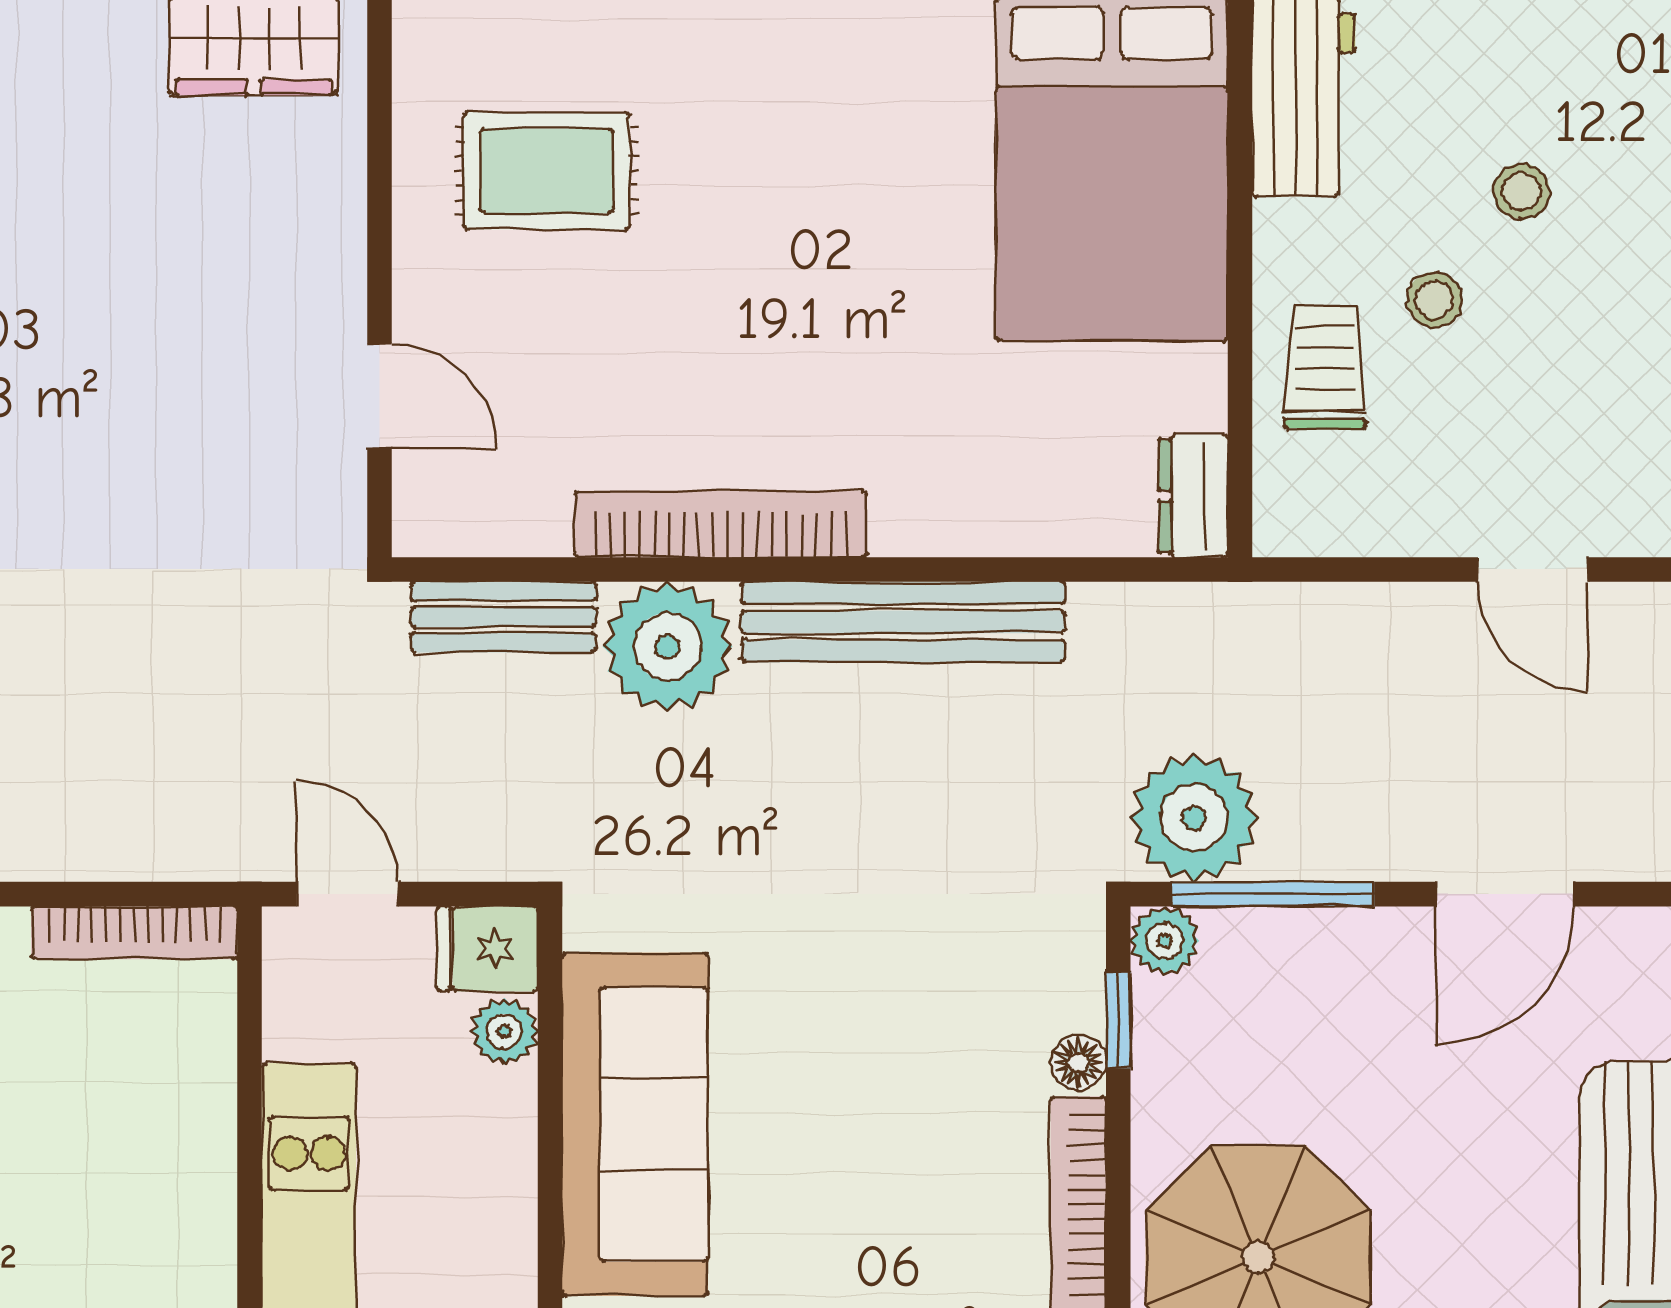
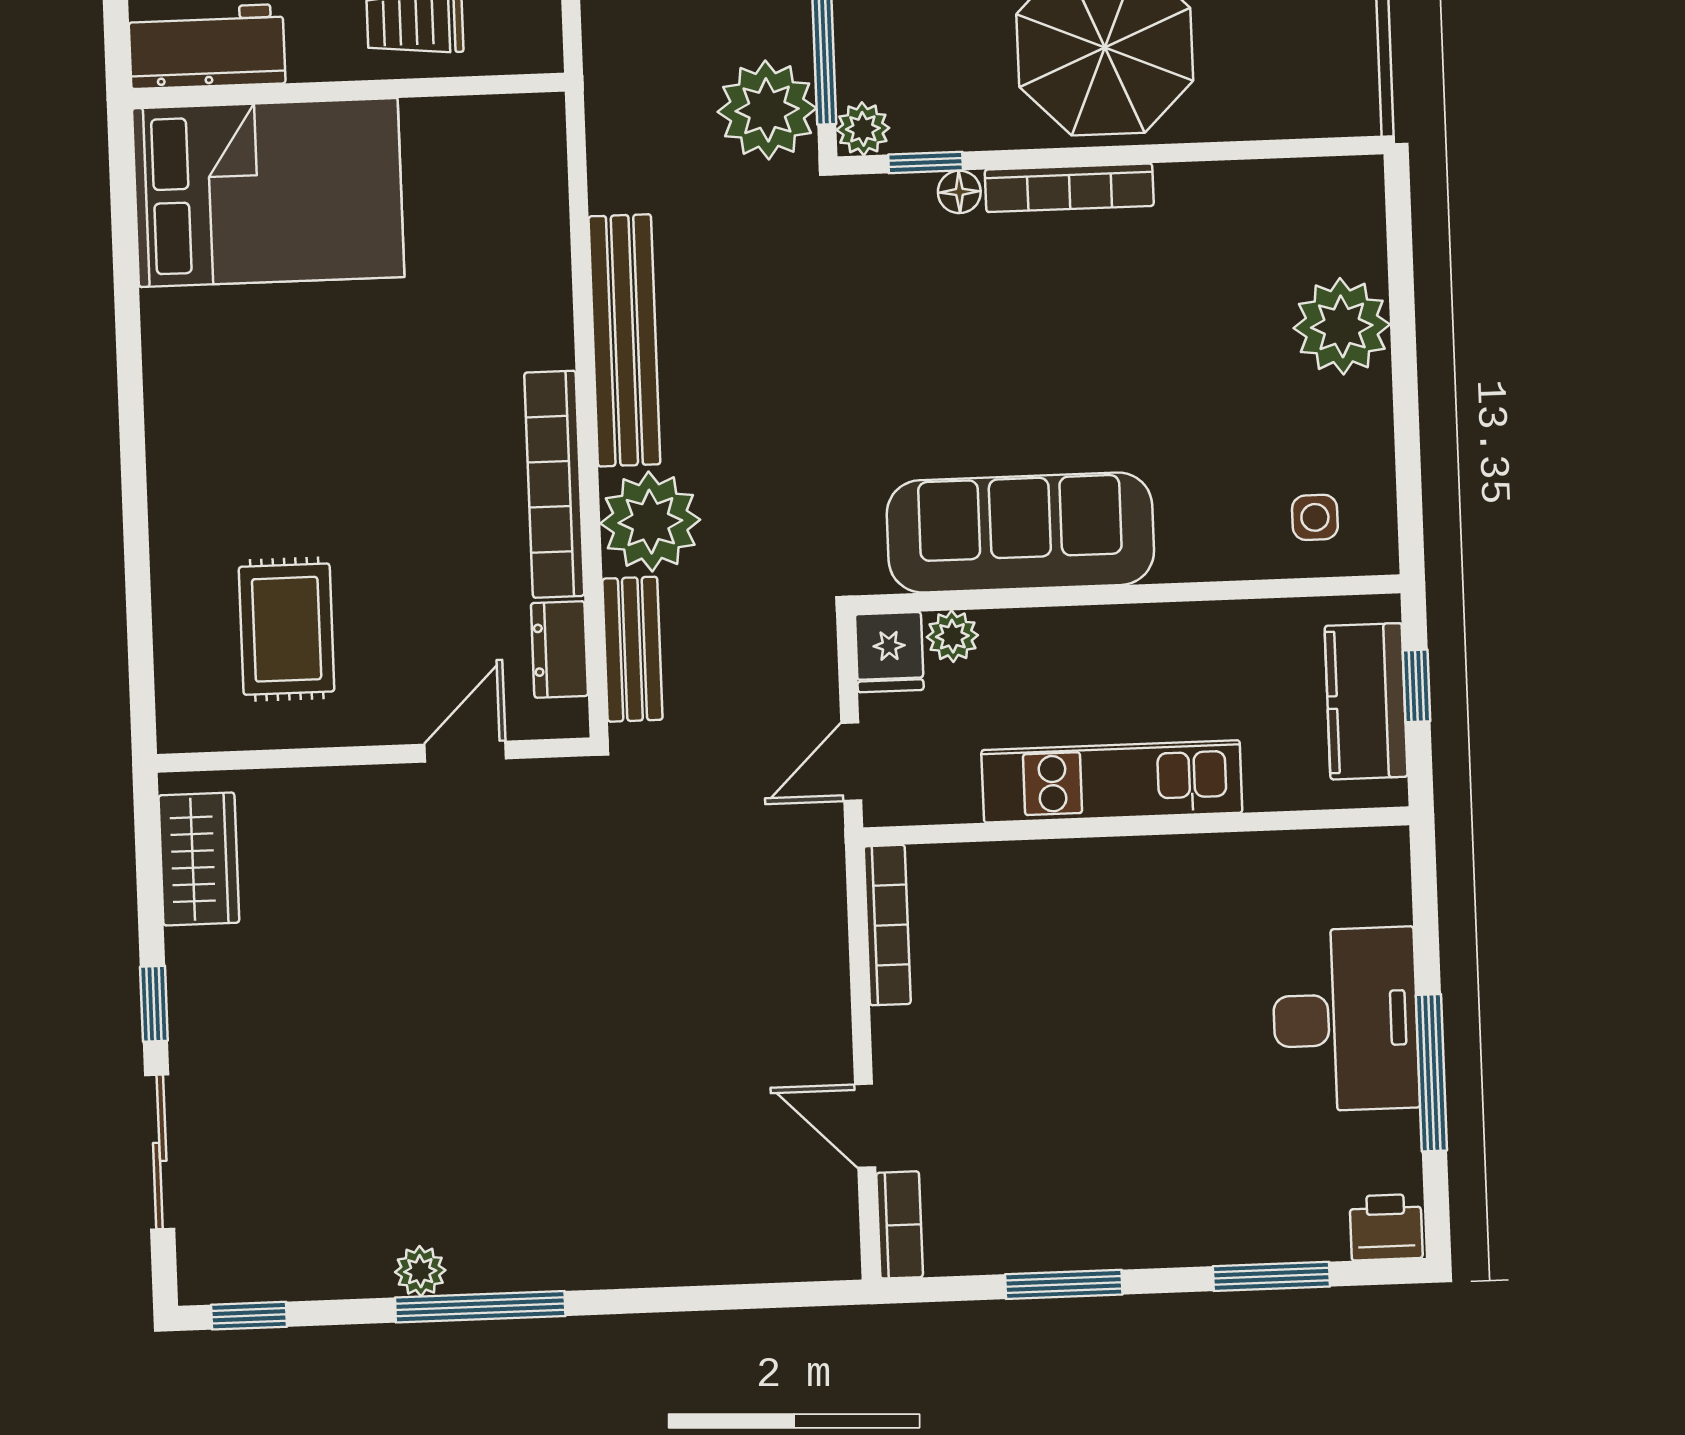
dresser: (1193, 496) -> (559, 649), moved, turned 90

